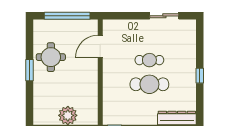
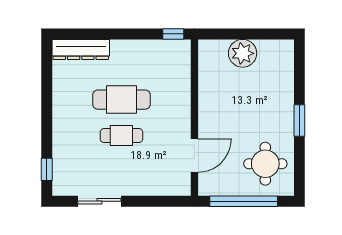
round table: (51, 57) -> (265, 164), moved
window: (200, 76) -> (47, 169), moved

